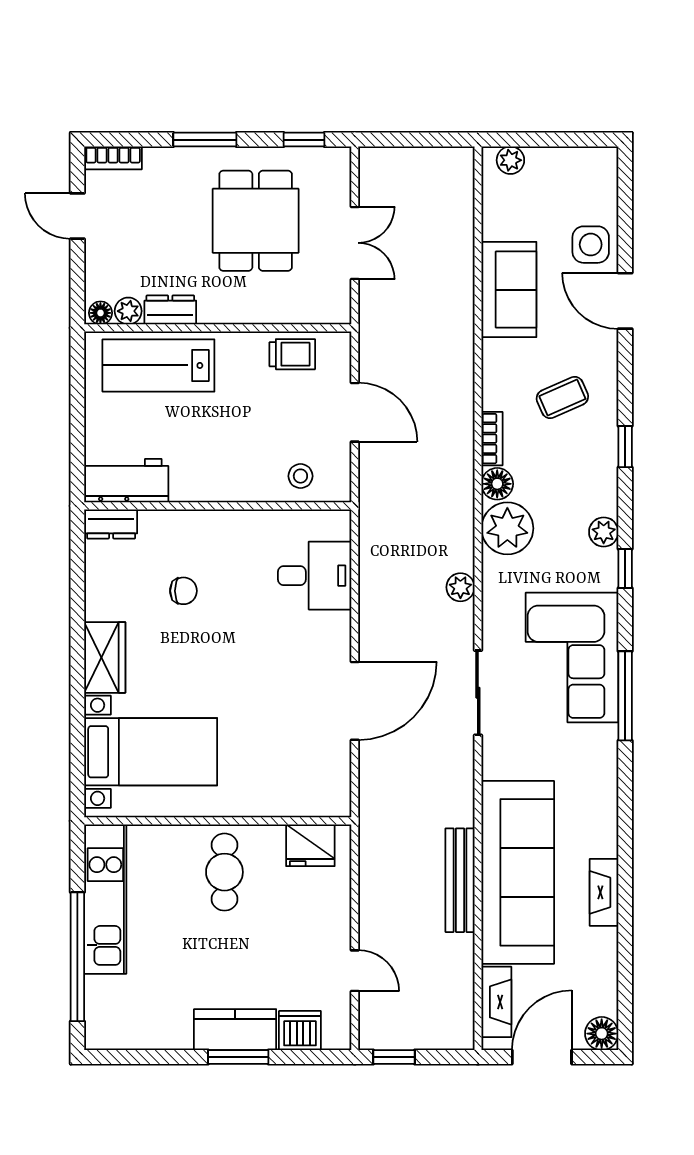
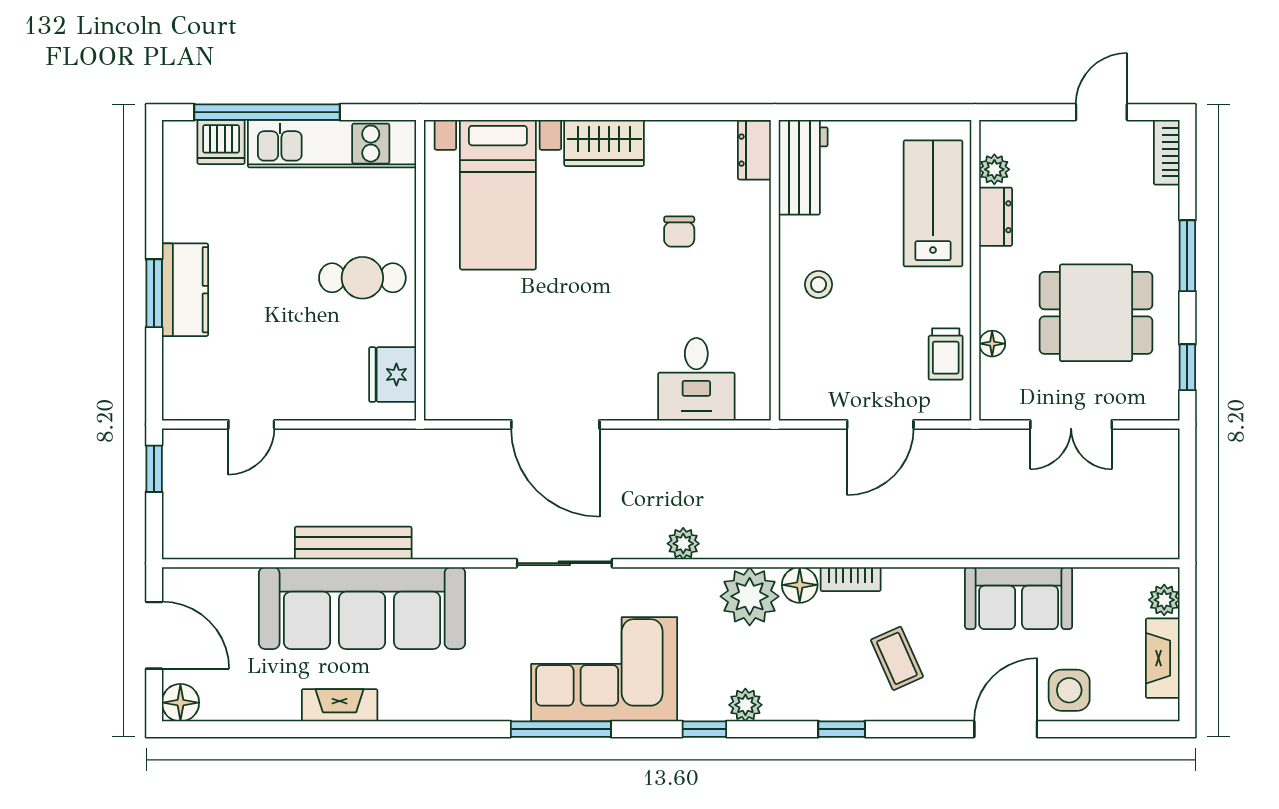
floor lamp: (100, 313) -> (992, 344), moved
stool: (300, 476) -> (819, 285), moved
fireplace: (496, 1002) -> (1163, 658), moved, turned 90
dishwasher: (300, 1031) -> (221, 142), moved, turned 90

